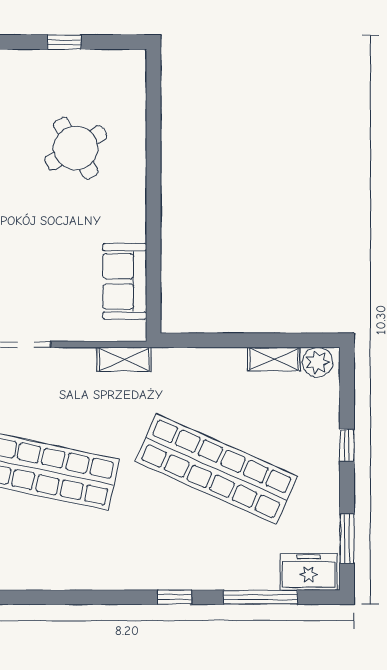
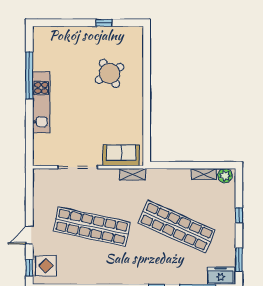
sofa: (125, 281) -> (121, 155), moved, turned 90

